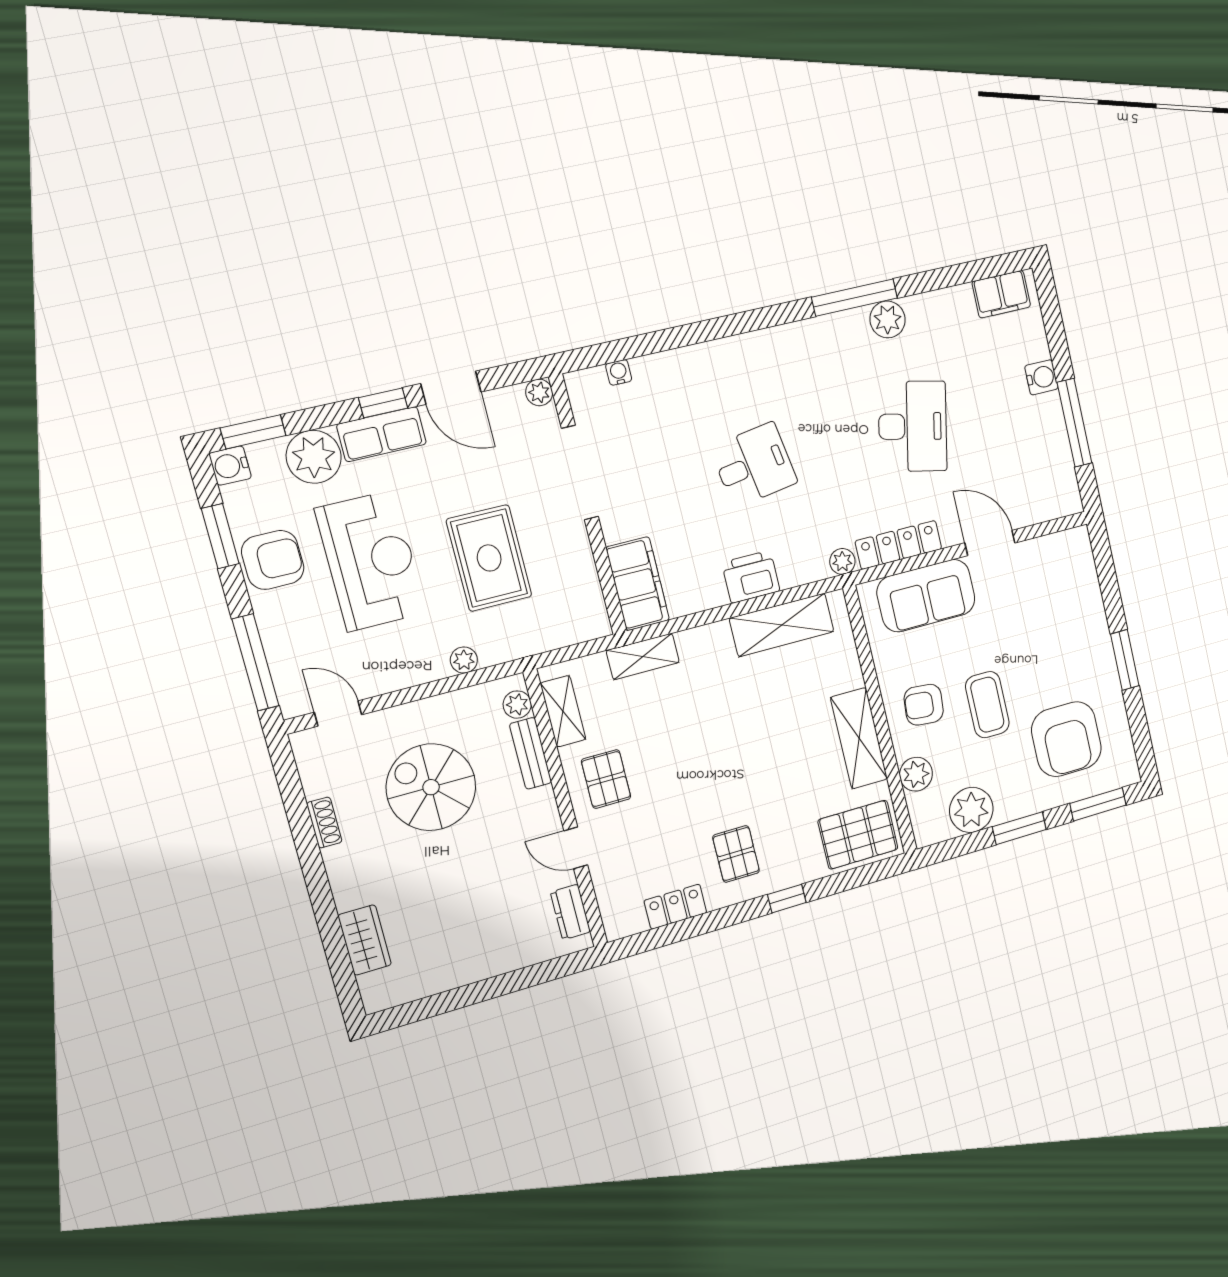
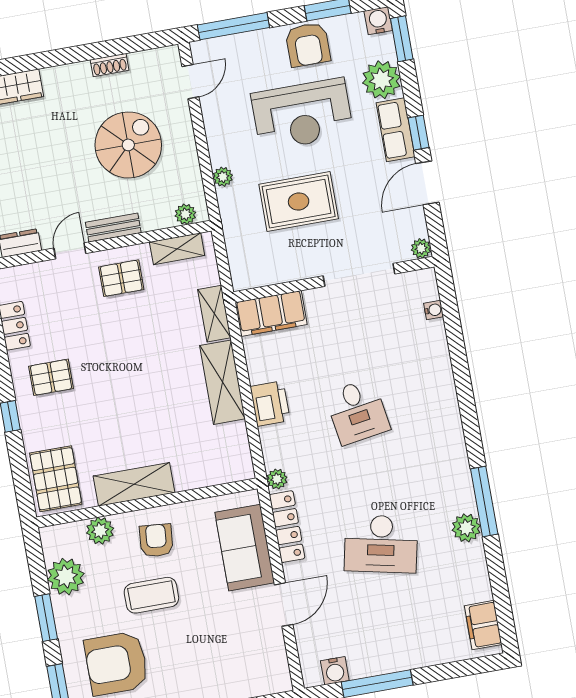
water cooler: (1041, 377) -> (335, 671), moved
shelving: (782, 625) -> (222, 382), moved
bench: (531, 753) -> (113, 228), moved

